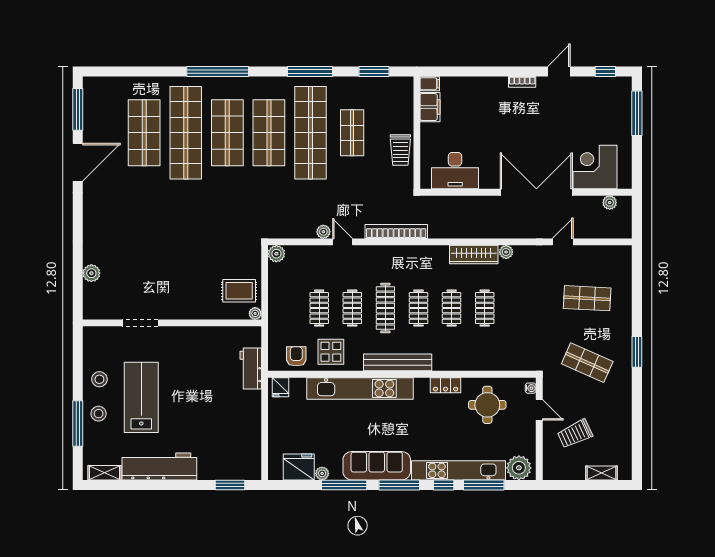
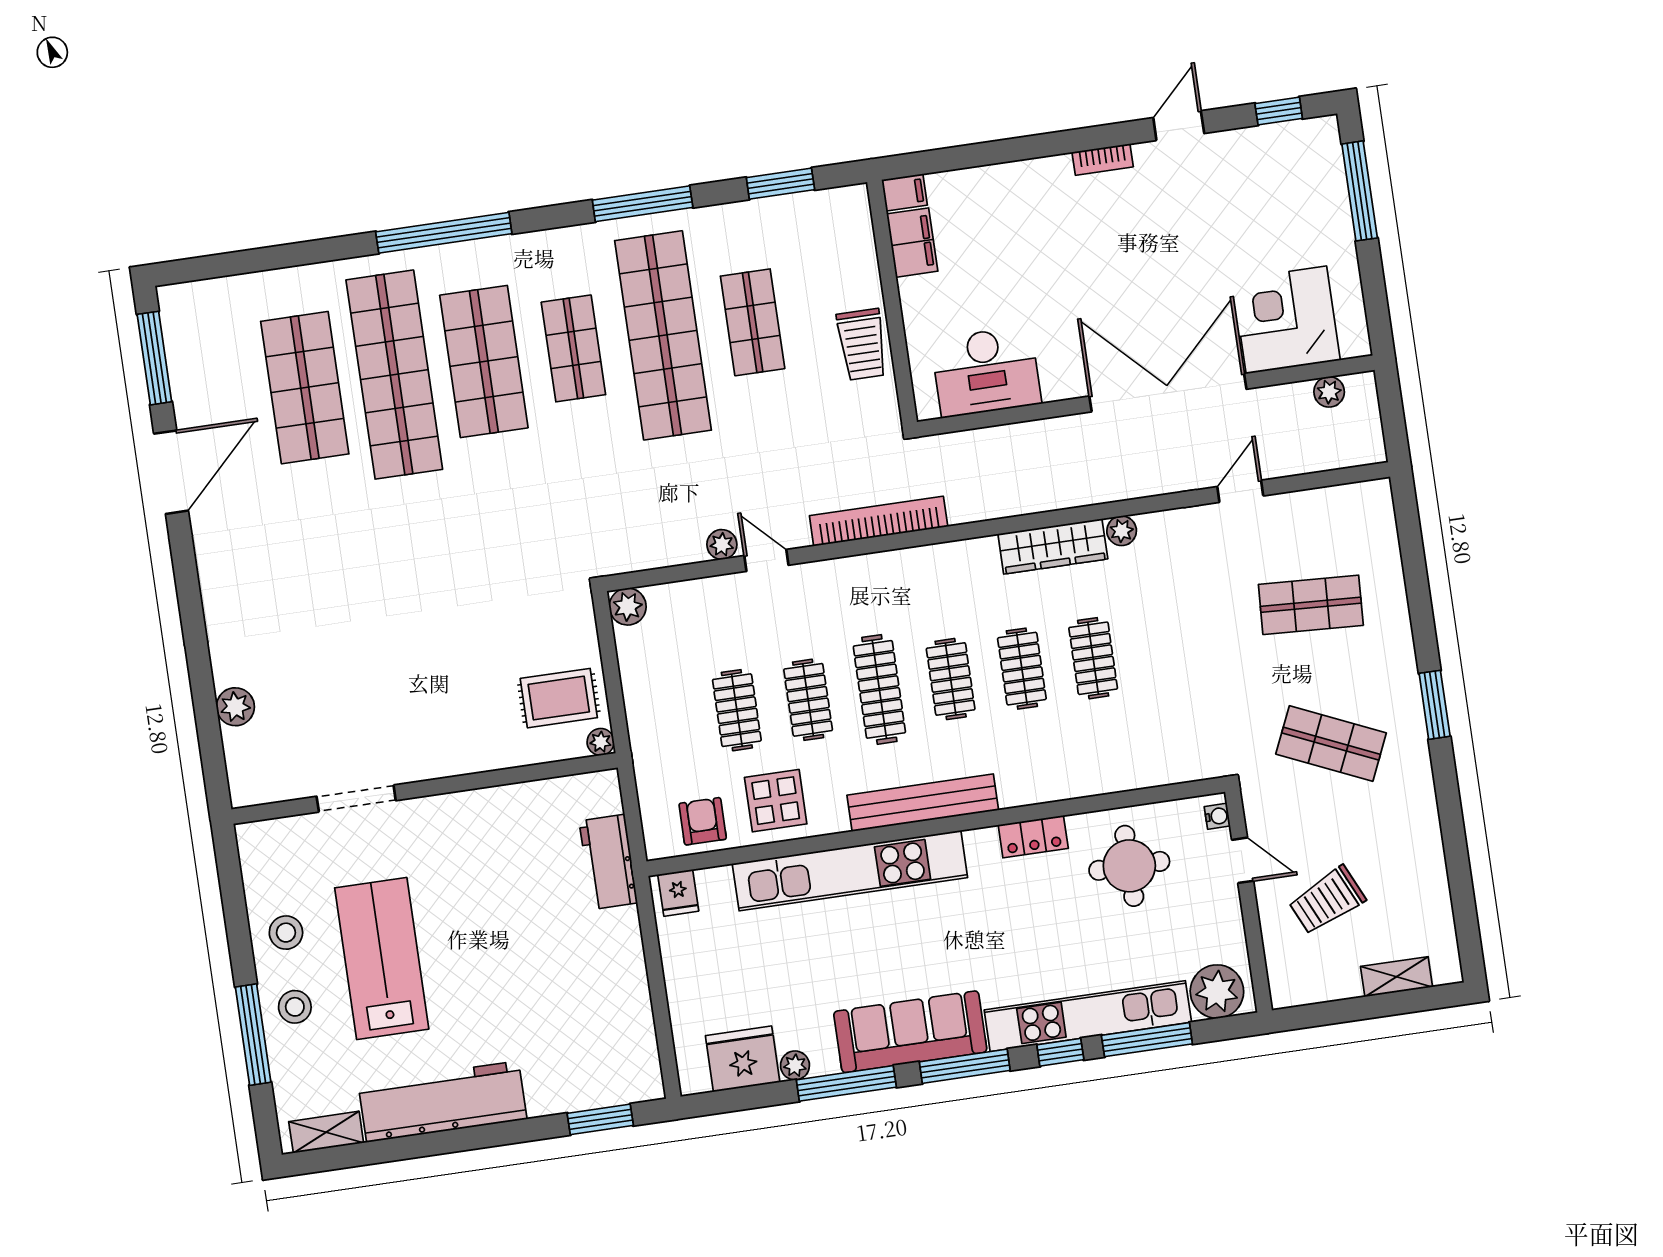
shop shelf: (269, 133) -> (573, 348), width x0.70, depth x0.74

